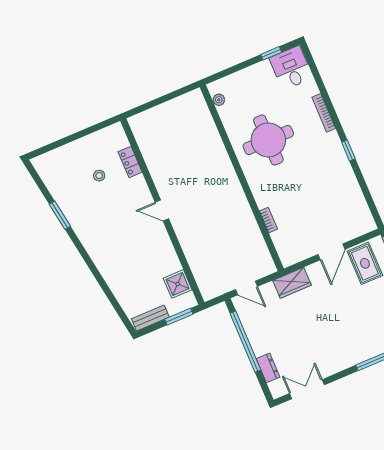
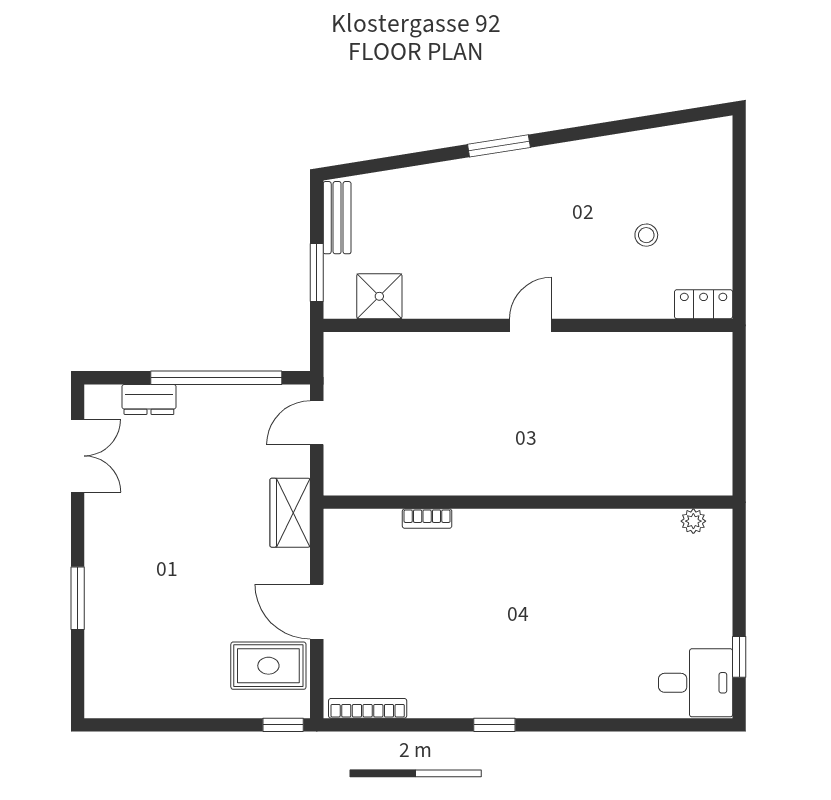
bookcase: (324, 113) -> (368, 708), moved
round table: (268, 140) -> (578, 582), removed
locker: (130, 162) -> (704, 304), moved
window: (60, 215) -> (499, 146), moved

